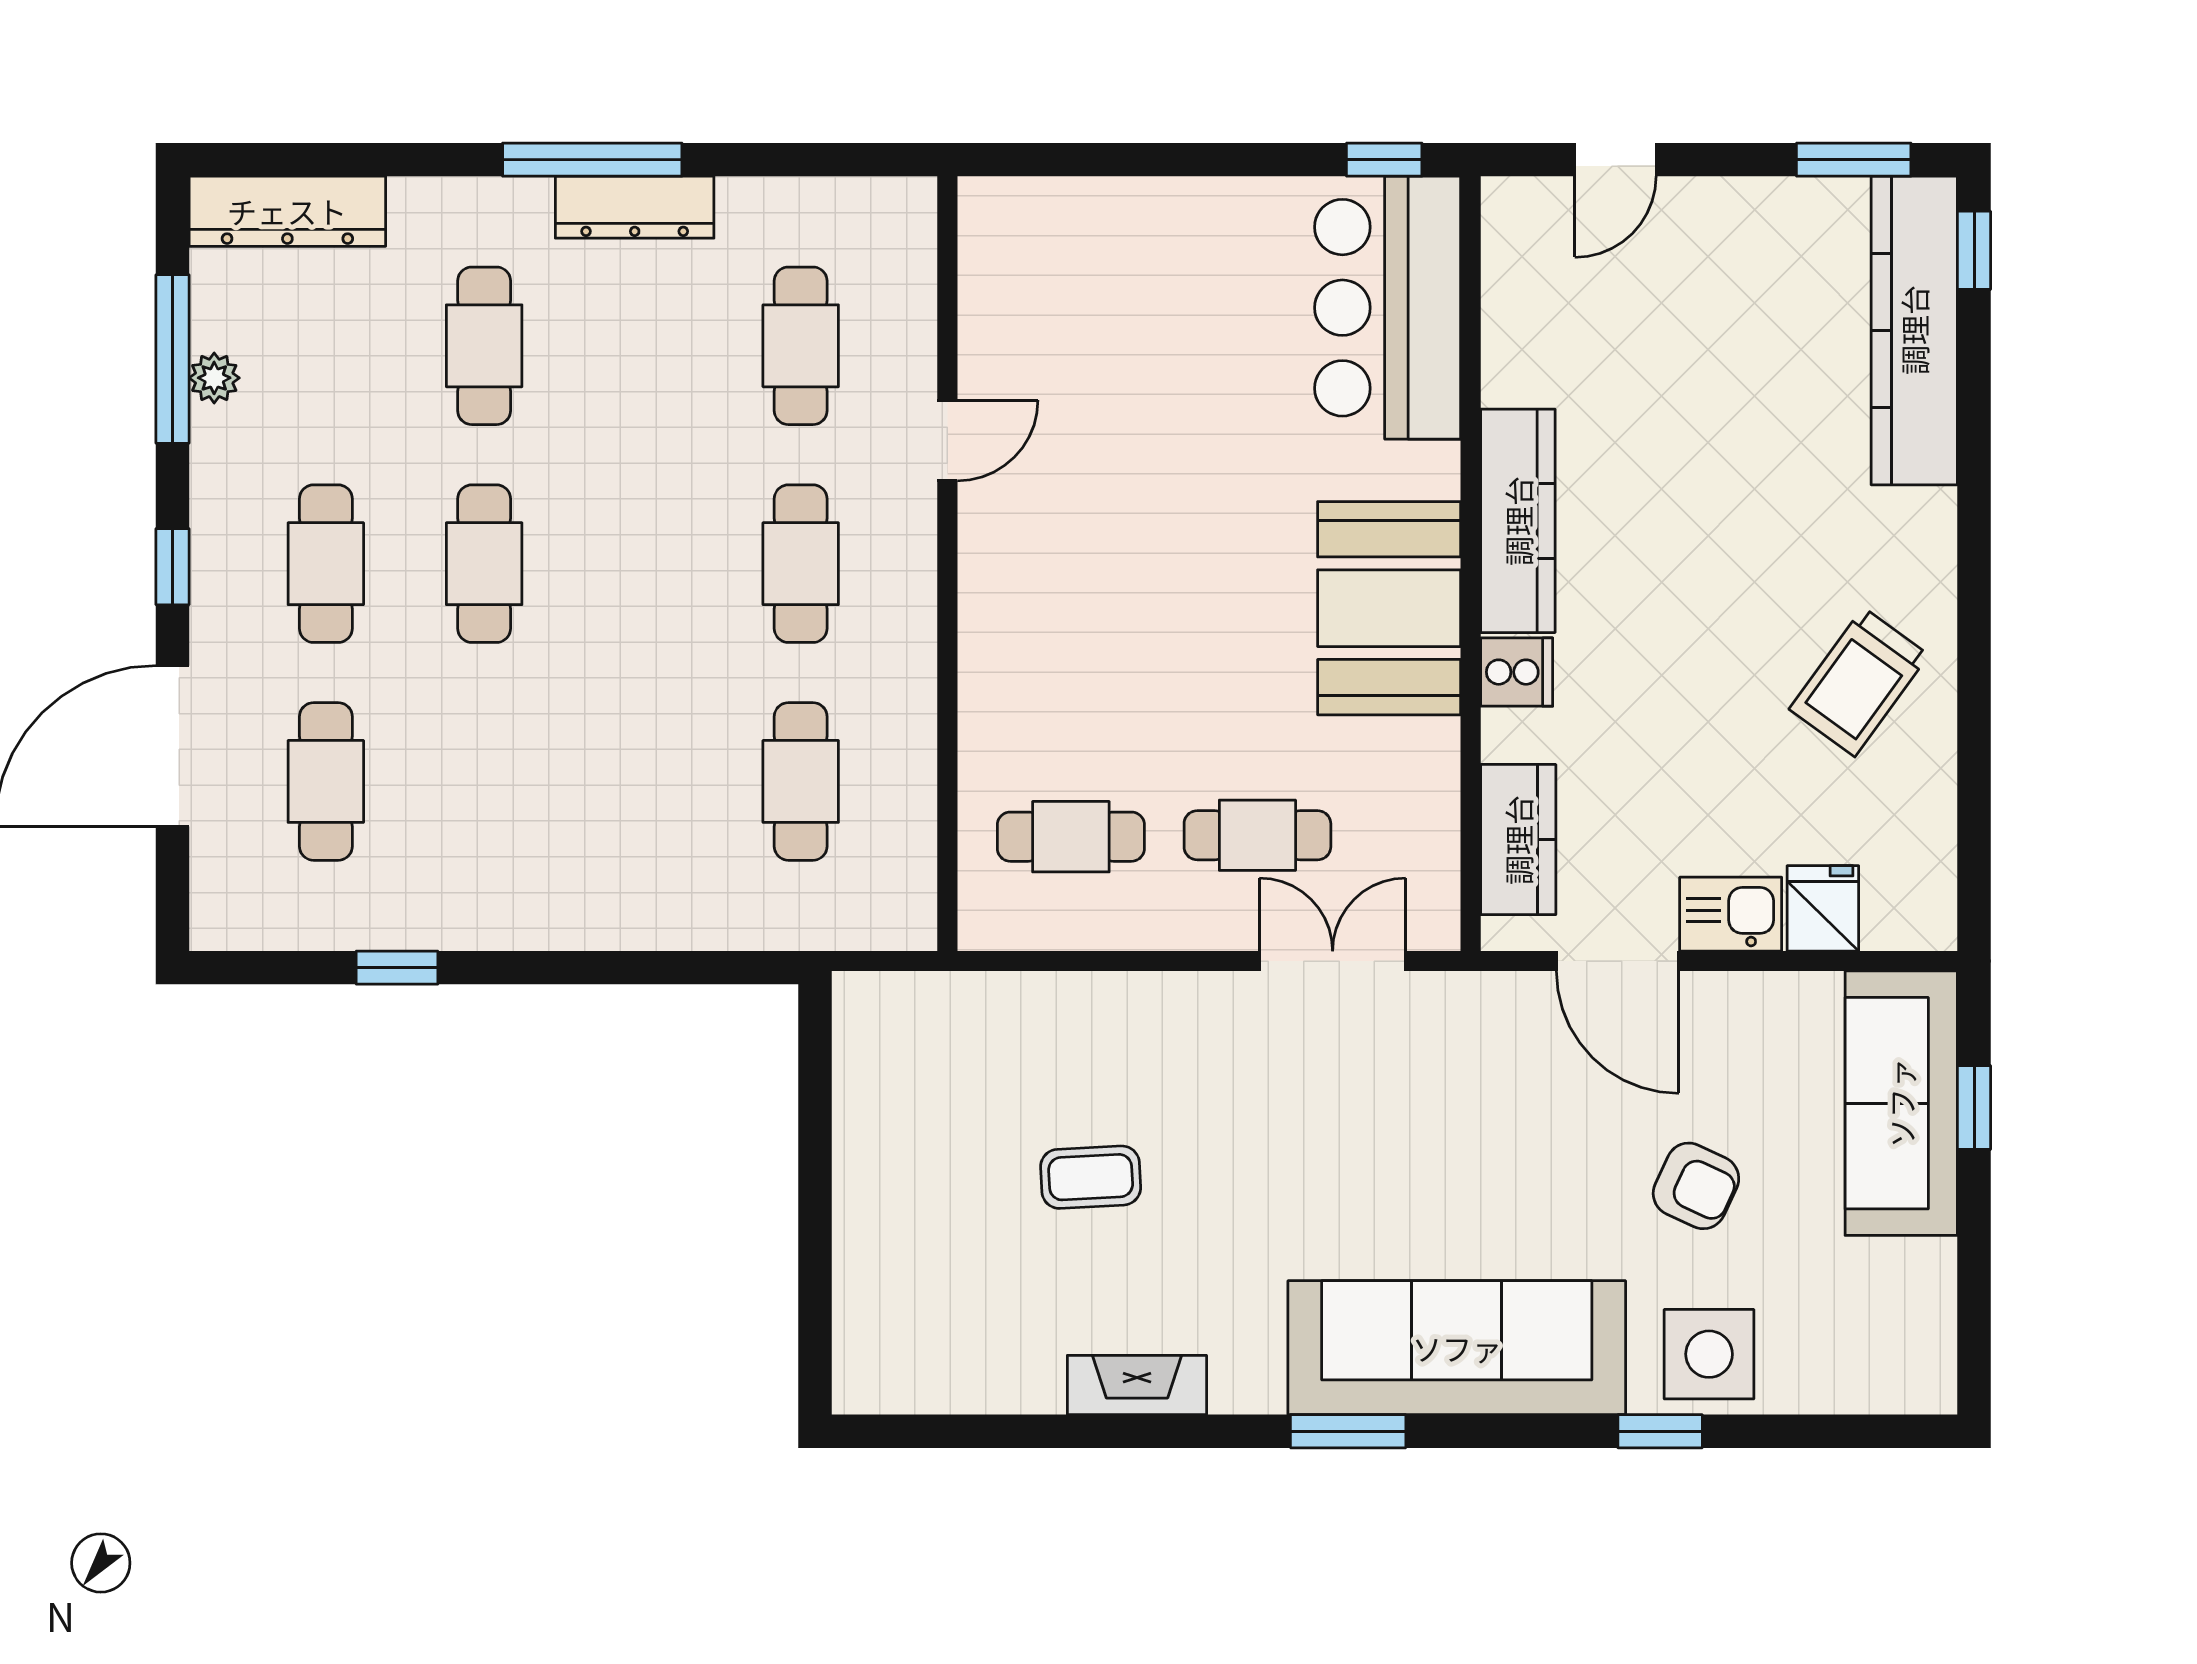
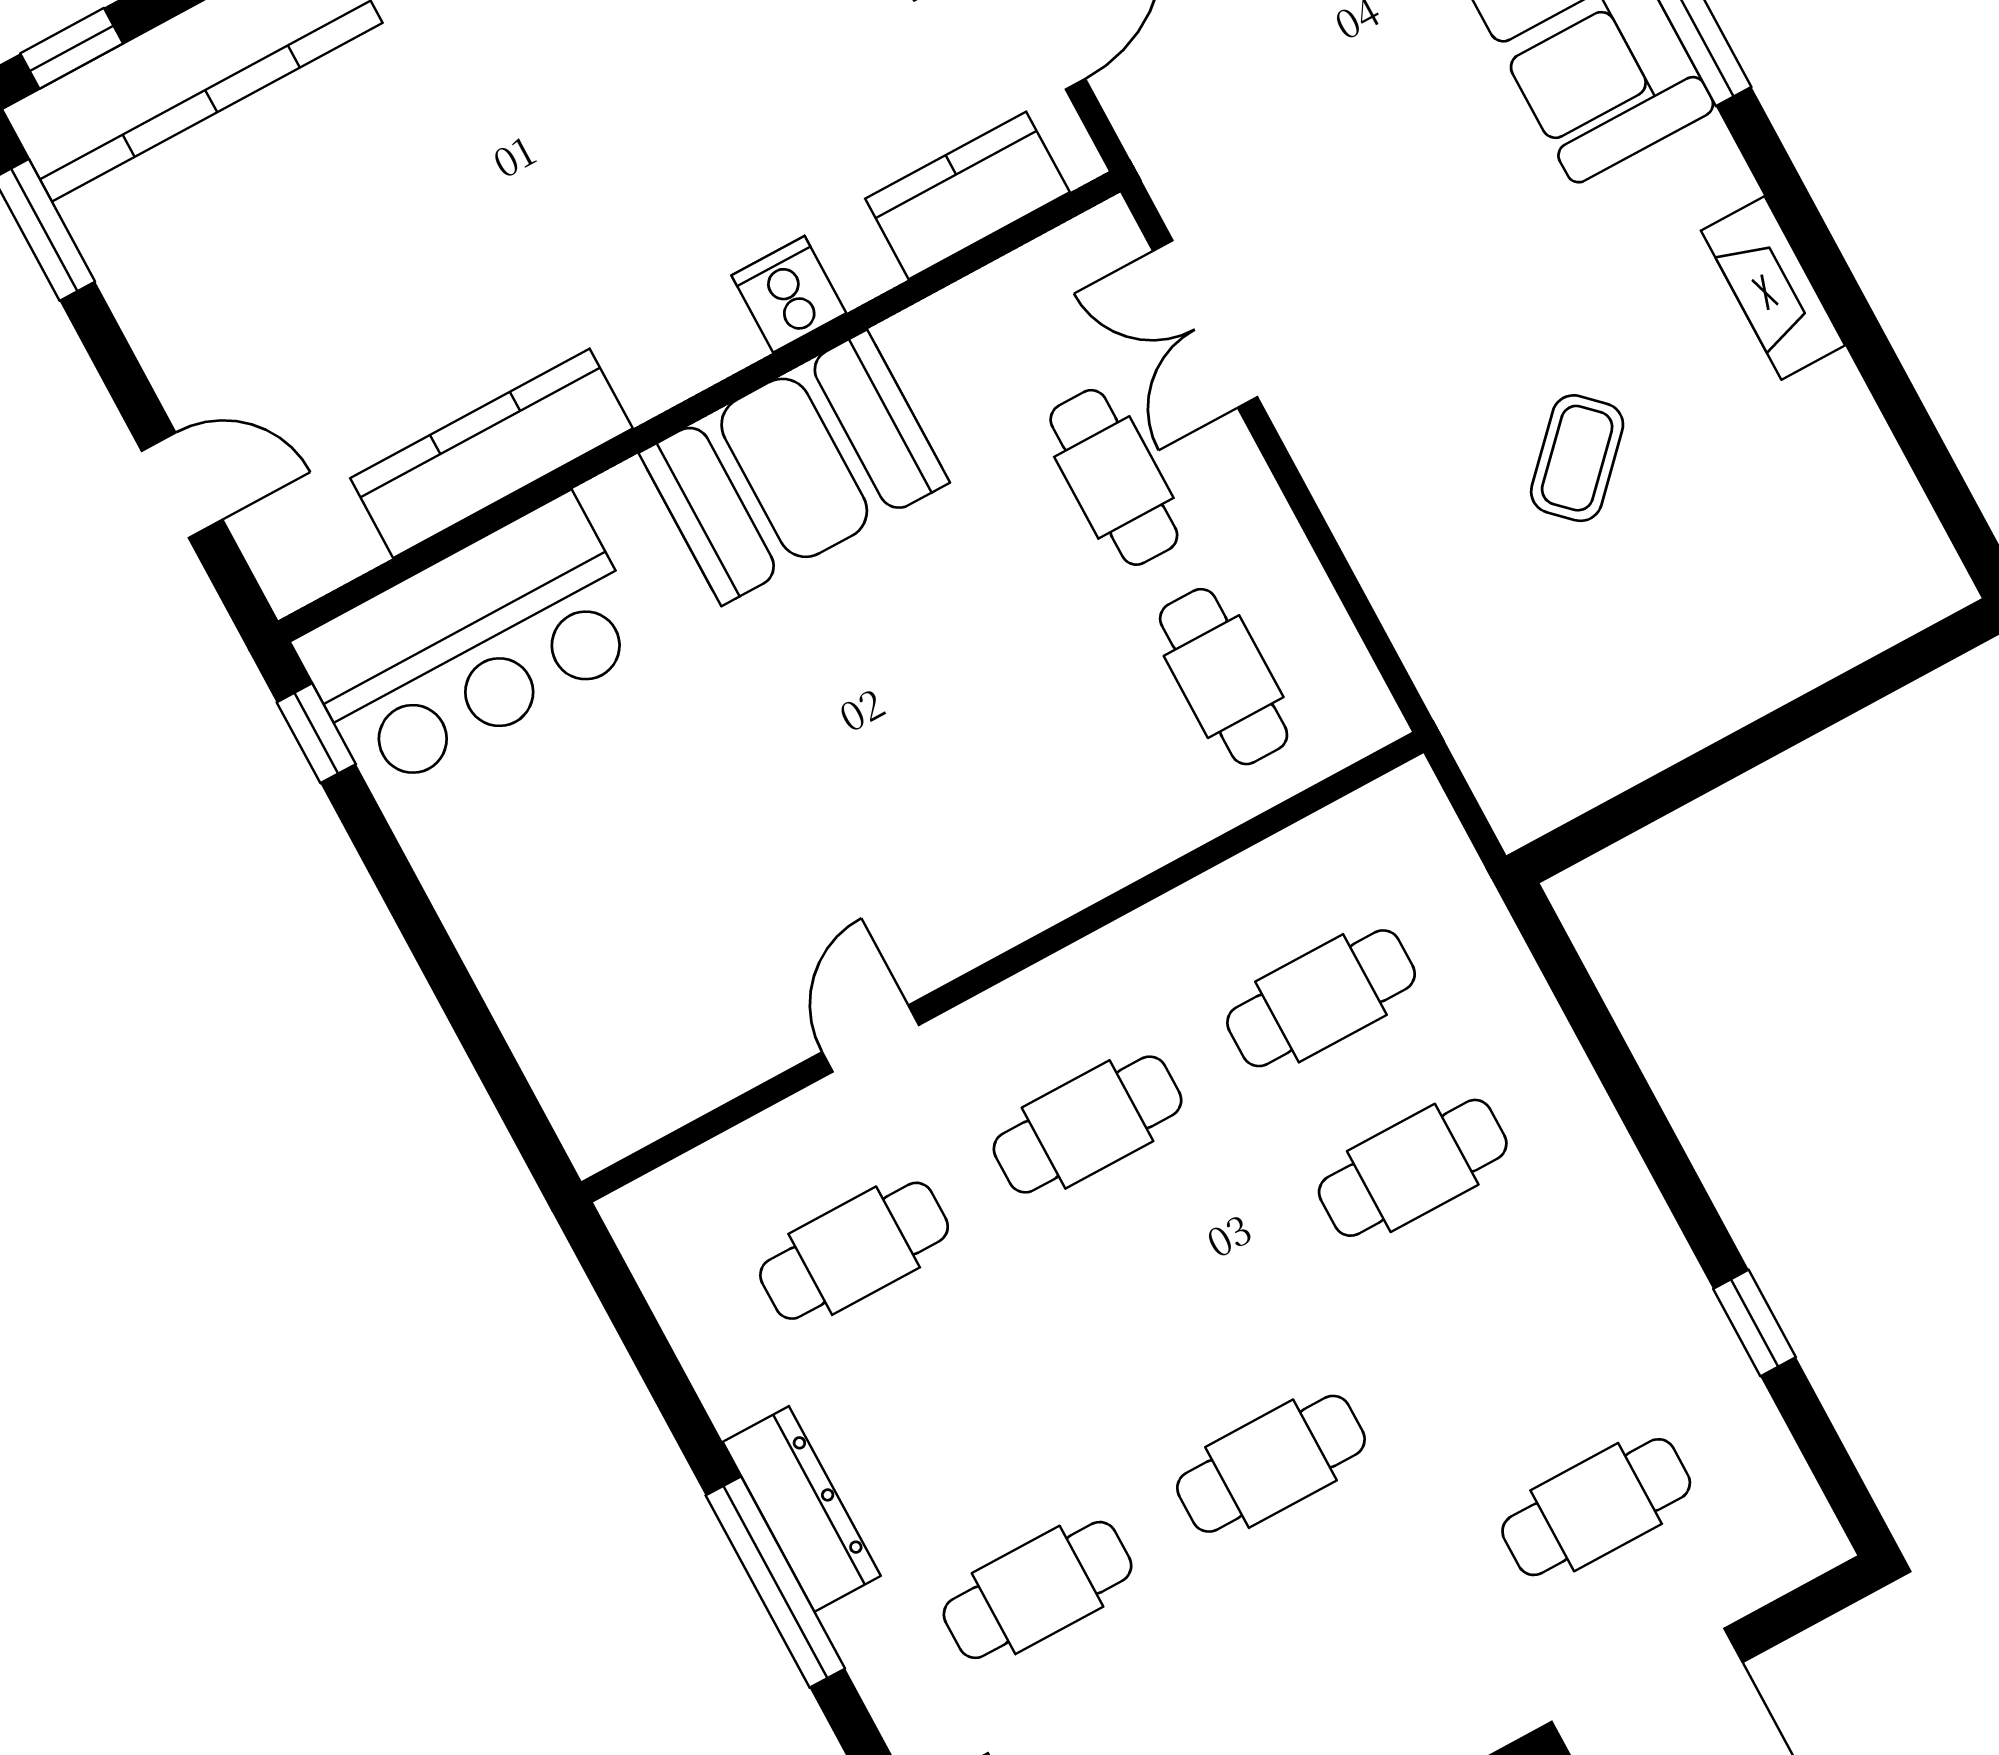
door: (947, 441) -> (871, 1038), hinge flipped
kitchen counter: (1518, 521) -> (491, 453), moved
cafe table: (326, 564) -> (1413, 1168), moved
coffee table: (1091, 1177) -> (1577, 458), turned 47

